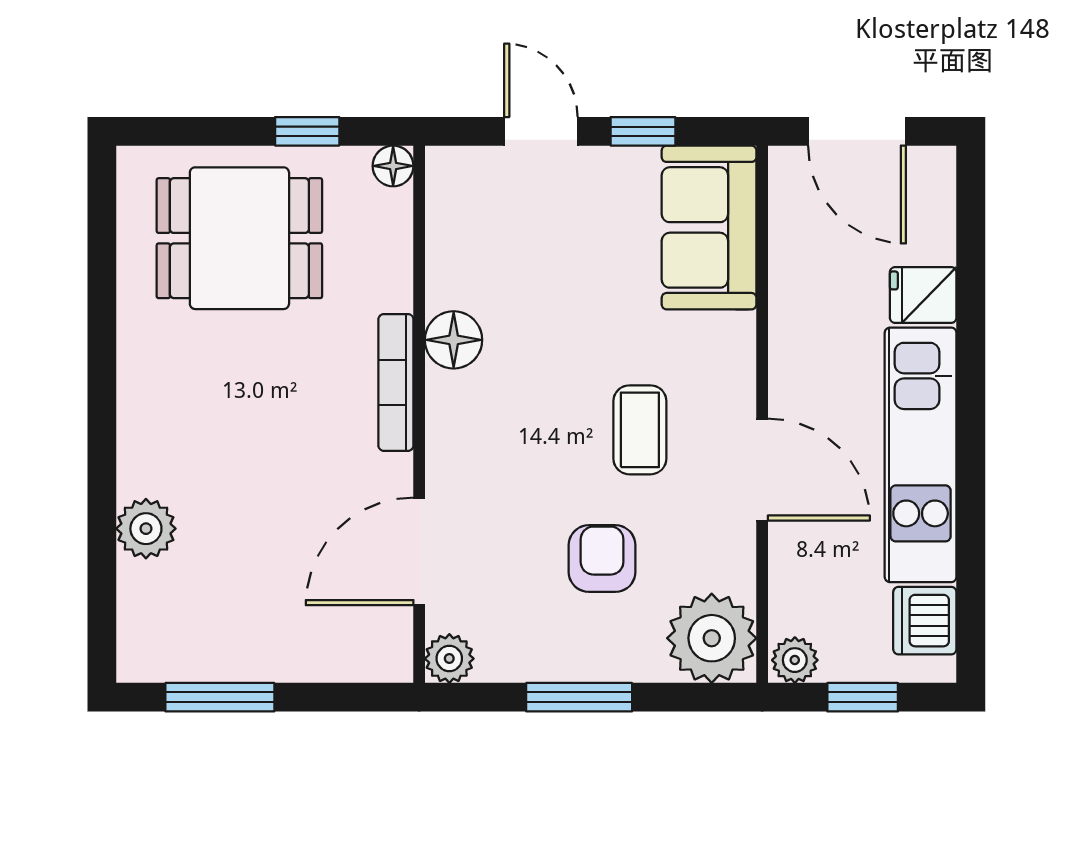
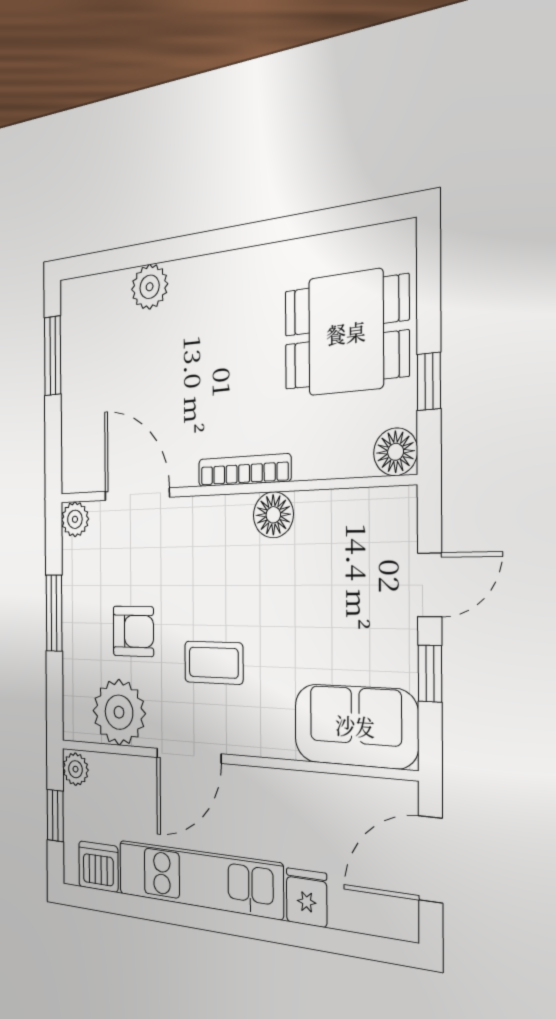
floor lamp: (393, 166) -> (396, 452), width x1.37, depth x1.37
dining table: (239, 238) -> (346, 333), turned 90
plant: (712, 638) -> (119, 712), moved

